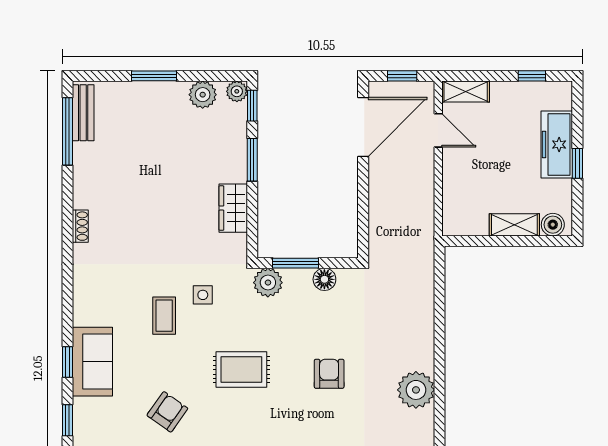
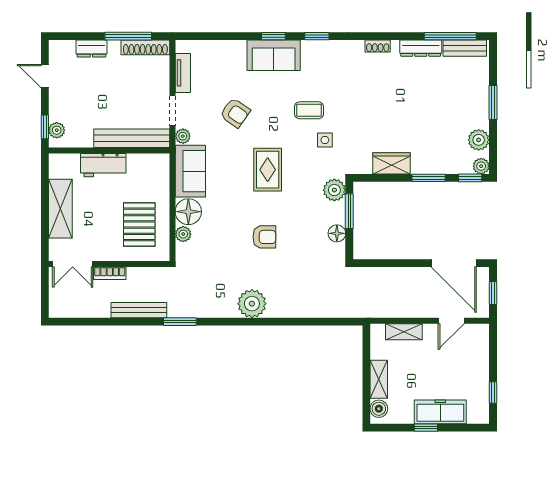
shelving: (466, 92) -> (404, 332), moved, turned 90
dresser: (83, 170) -> (421, 48), added
window: (68, 420) -> (317, 36), moved

